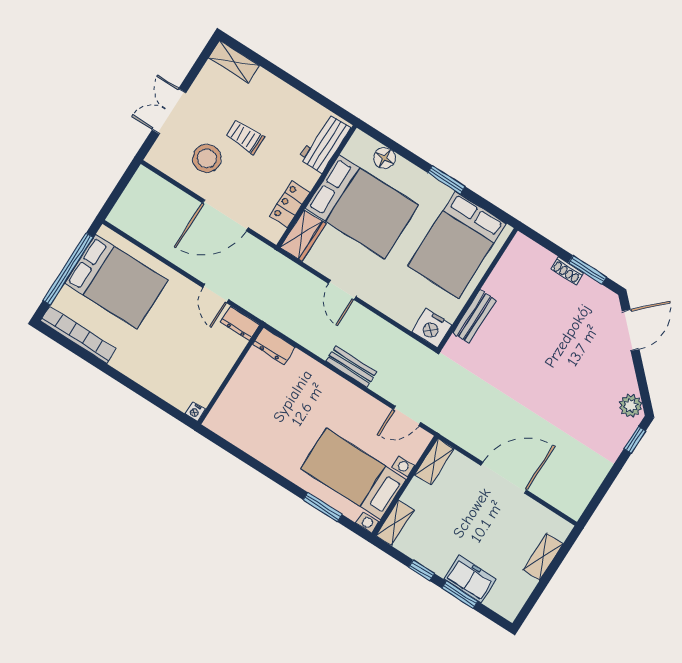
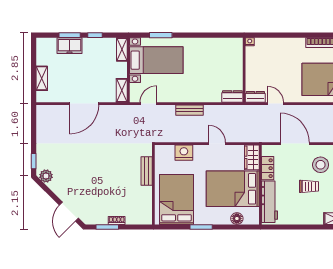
workbench: (325, 143) -> (270, 202), width x1.38
door: (225, 215) -> (295, 144), hinge flipped
nightstand: (432, 328) -> (184, 153), moved

